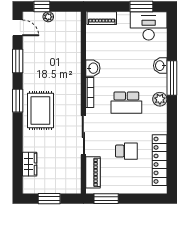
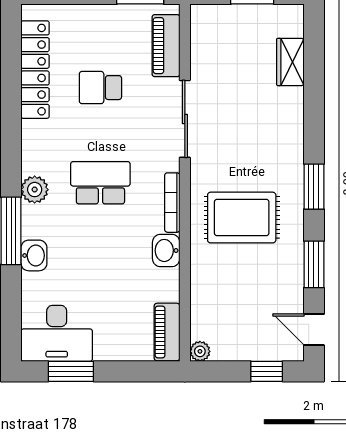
plant: (48, 17) -> (200, 351), moved
piano: (102, 18) -> (167, 332), moved, turned -90
rug: (40, 110) -> (242, 218), moved, turned 90

